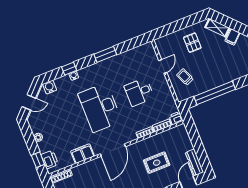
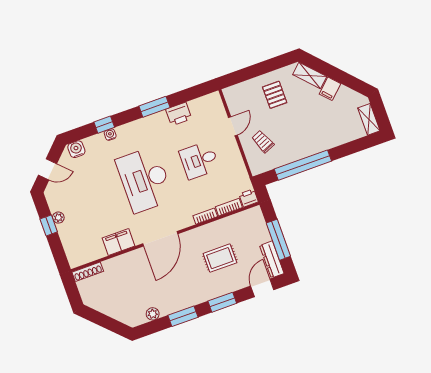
window: (199, 148) -> (278, 240), added
window: (38, 160) -> (49, 225), moved
printer: (50, 160) -> (179, 114), moved, turned 90

